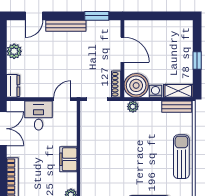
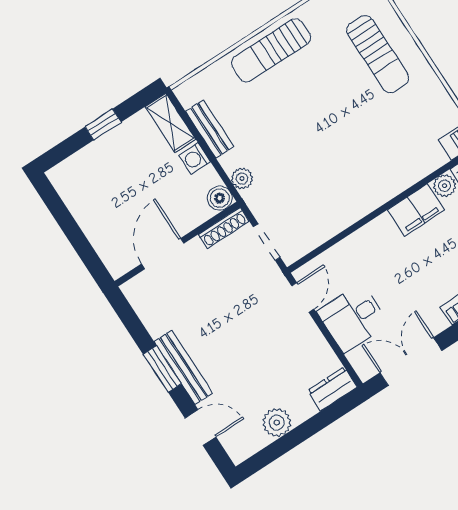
window: (97, 16) -> (162, 369), moved
boiler: (136, 85) -> (220, 198), width x0.54, depth x0.54
door: (62, 99) -> (303, 297), swing flipped
bench: (177, 107) -> (210, 129), moved
filing cabinet: (68, 159) -> (416, 210), moved

